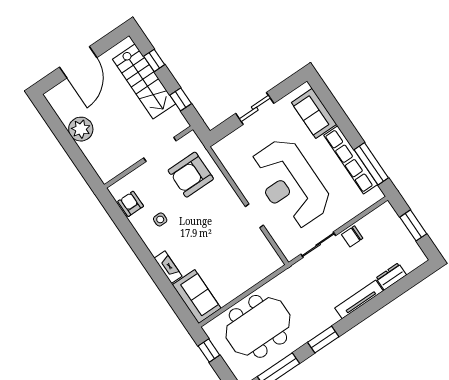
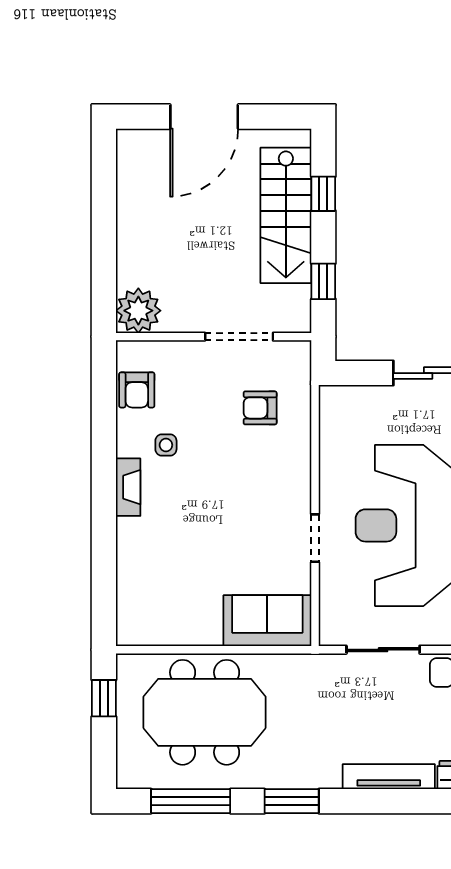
plant: (81, 129) -> (138, 311), moved
armchair: (191, 175) -> (260, 408), width x0.53, depth x0.53
armchair: (131, 204) -> (137, 390), turned 180
fireplace: (168, 267) -> (128, 487), moved
sofa: (197, 297) -> (267, 621), moved, turned -90

